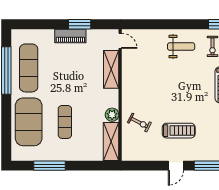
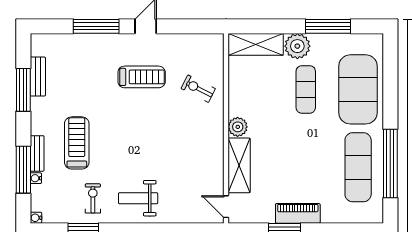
plant: (112, 115) -> (238, 127), moved
treadmill: (179, 131) -> (142, 77), turned 180
shelving: (111, 141) -> (256, 44), moved, turned 90
plant: (71, 152) -> (297, 46), added

